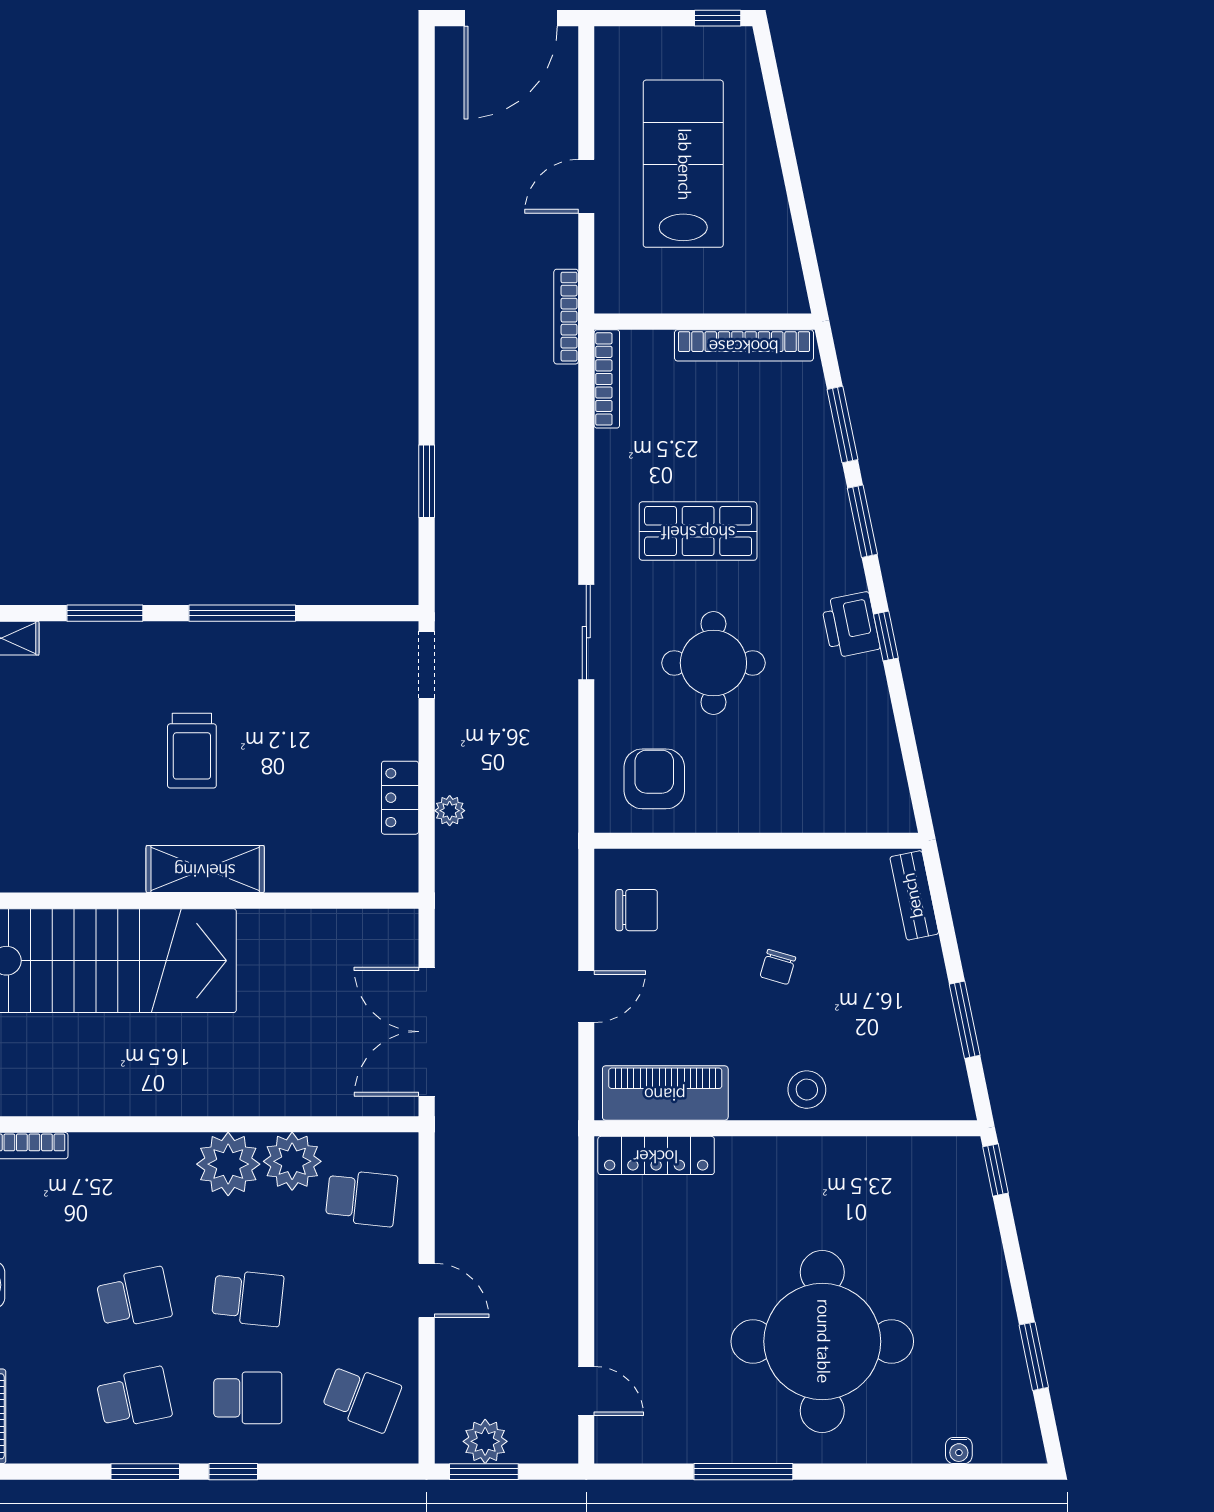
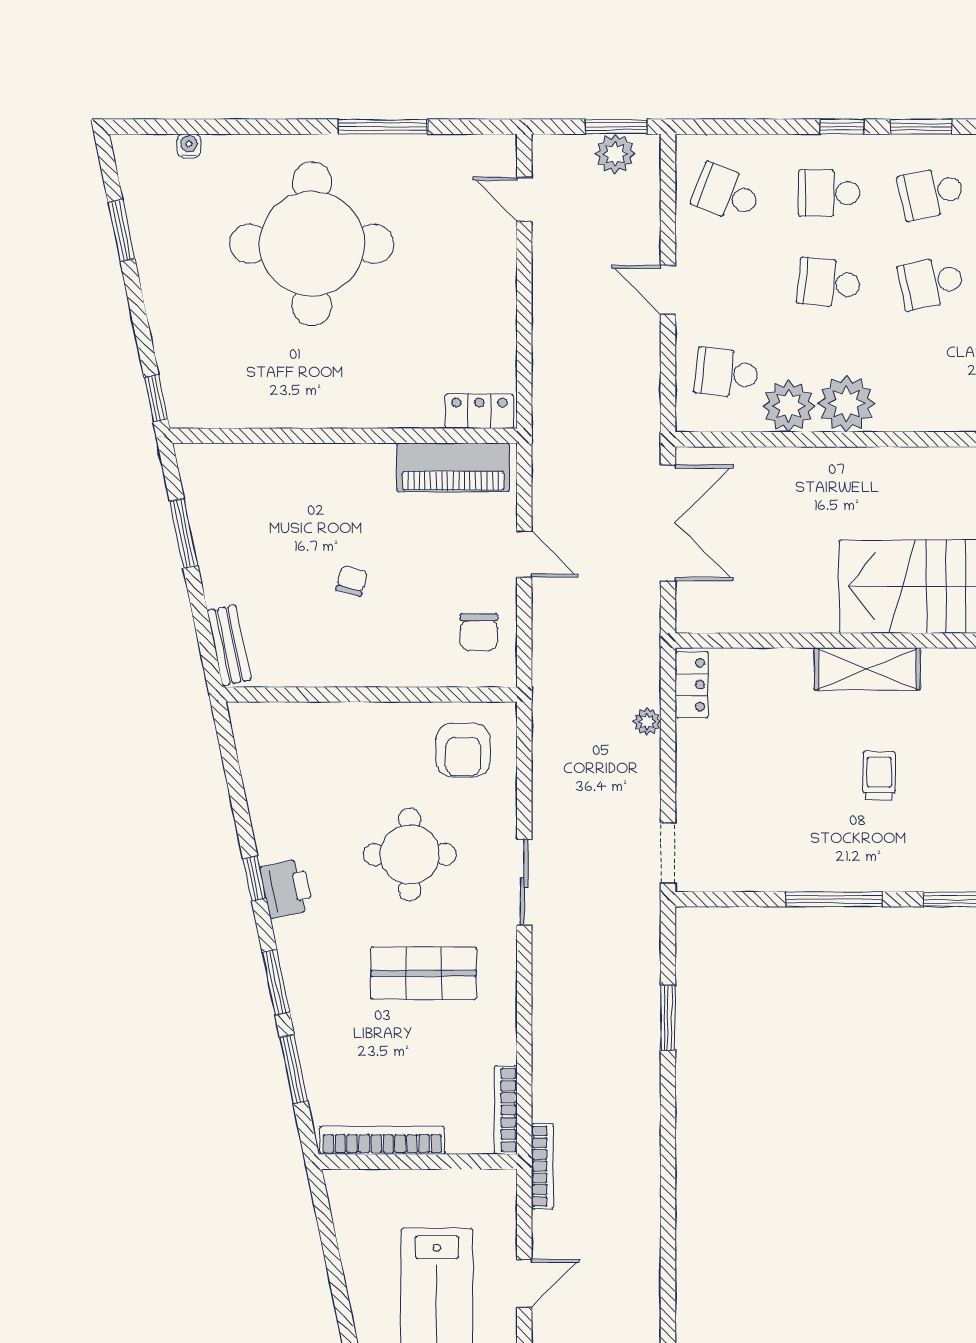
trolley: (192, 751) -> (879, 776), width x0.73, depth x0.72
locker: (400, 798) -> (692, 685), moved
chair: (637, 910) -> (479, 632), turned -90
door: (586, 997) -> (524, 554), swing flipped
stool: (807, 1090) -> (326, 471), removed
locker: (656, 1155) -> (479, 411), width x0.66

